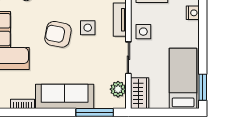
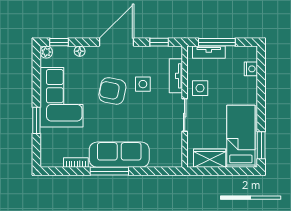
plant: (118, 89) -> (174, 147), removed
wardrobe: (140, 93) -> (210, 158), moved, turned -90
window: (95, 112) -> (109, 171), moved

